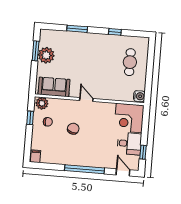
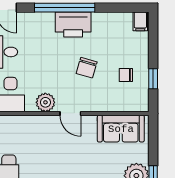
plant: (42, 103) -> (45, 102), moved
printer: (80, 158) -> (73, 25), added

